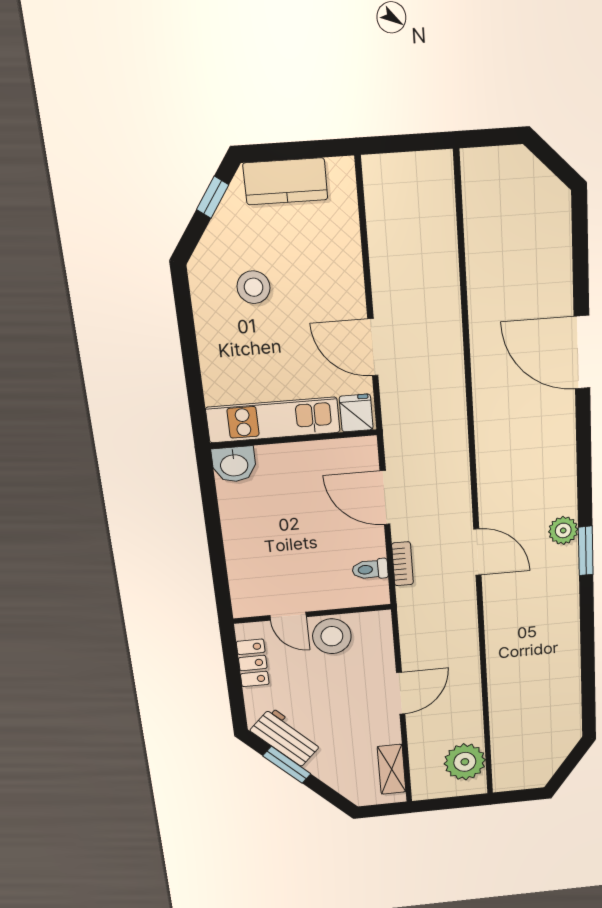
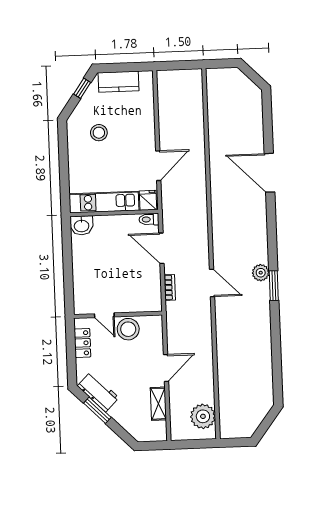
door: (373, 347) -> (158, 166), swing flipped
toilet: (370, 569) -> (149, 219), moved
shelving: (392, 769) -> (158, 404), moved

